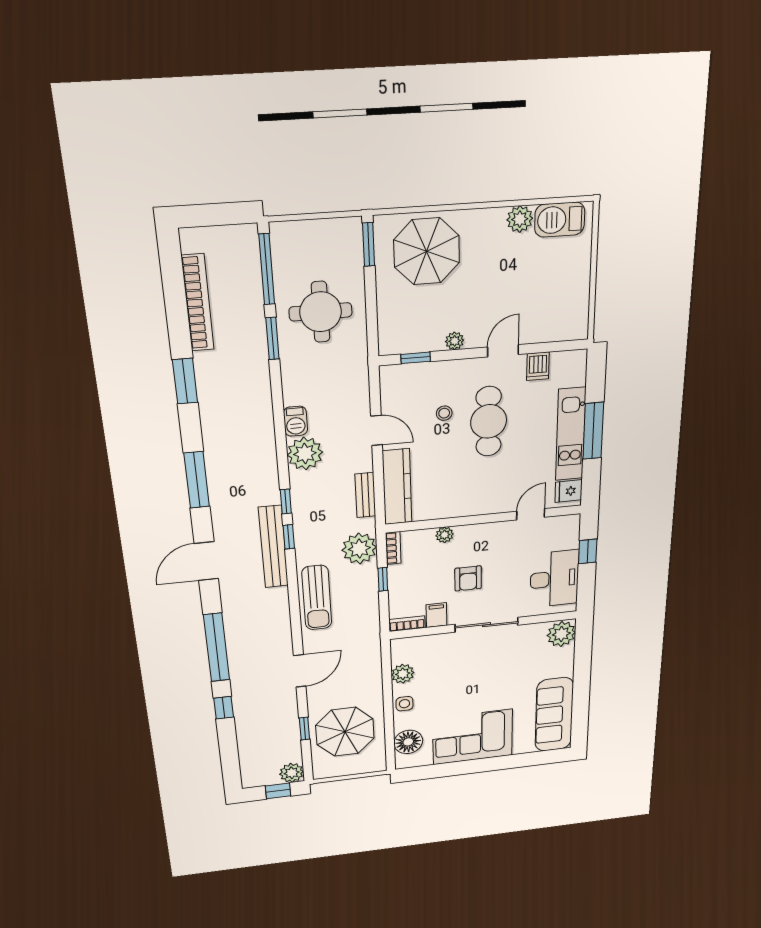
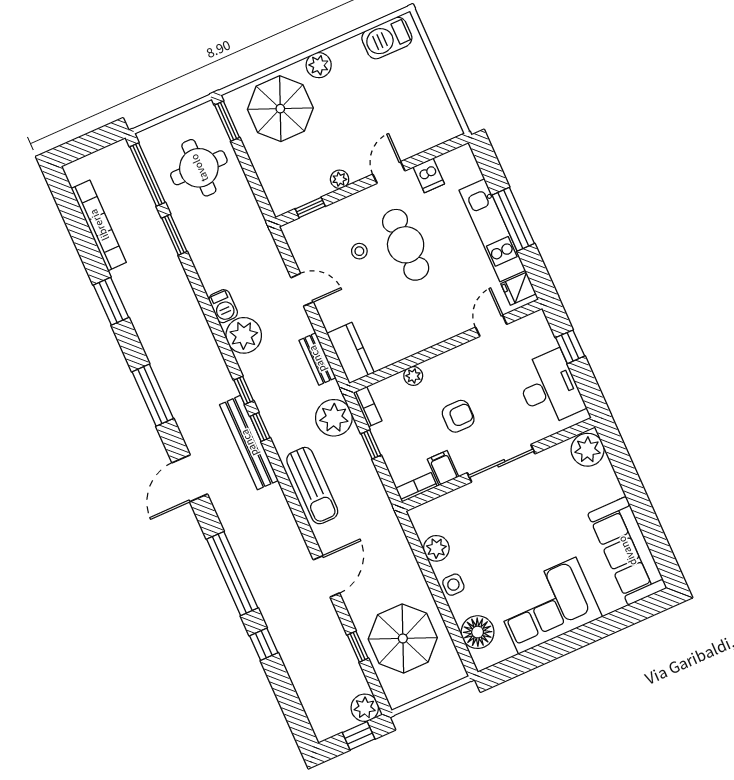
plant: (520, 219) -> (319, 65), moved
round table: (321, 312) -> (199, 168), moved
kitchen counter: (397, 487) -> (350, 353), width x0.67
armchair: (468, 578) -> (458, 416), turned -90

